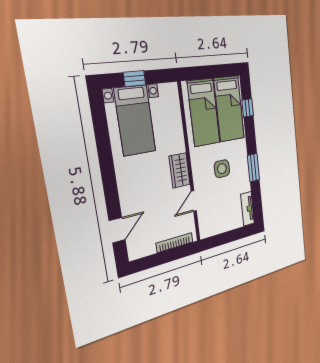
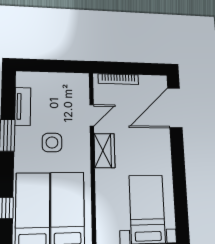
tv unit: (247, 209) -> (23, 106), moved
door: (117, 230) -> (175, 108), width x1.87

